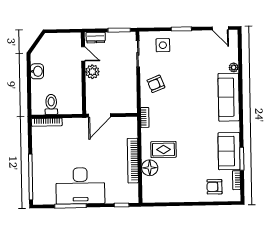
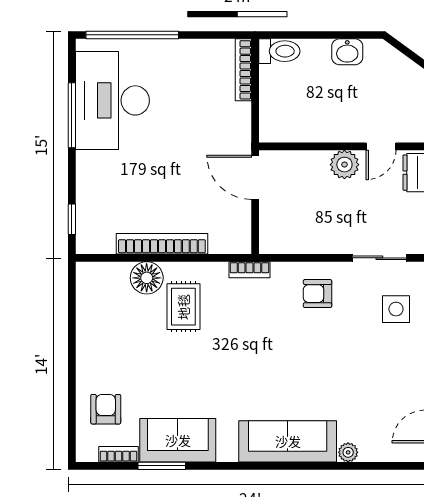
armchair: (156, 84) -> (317, 294), turned -68
toilet: (51, 104) -> (279, 51), moved
desk: (80, 186) -> (112, 100), moved

